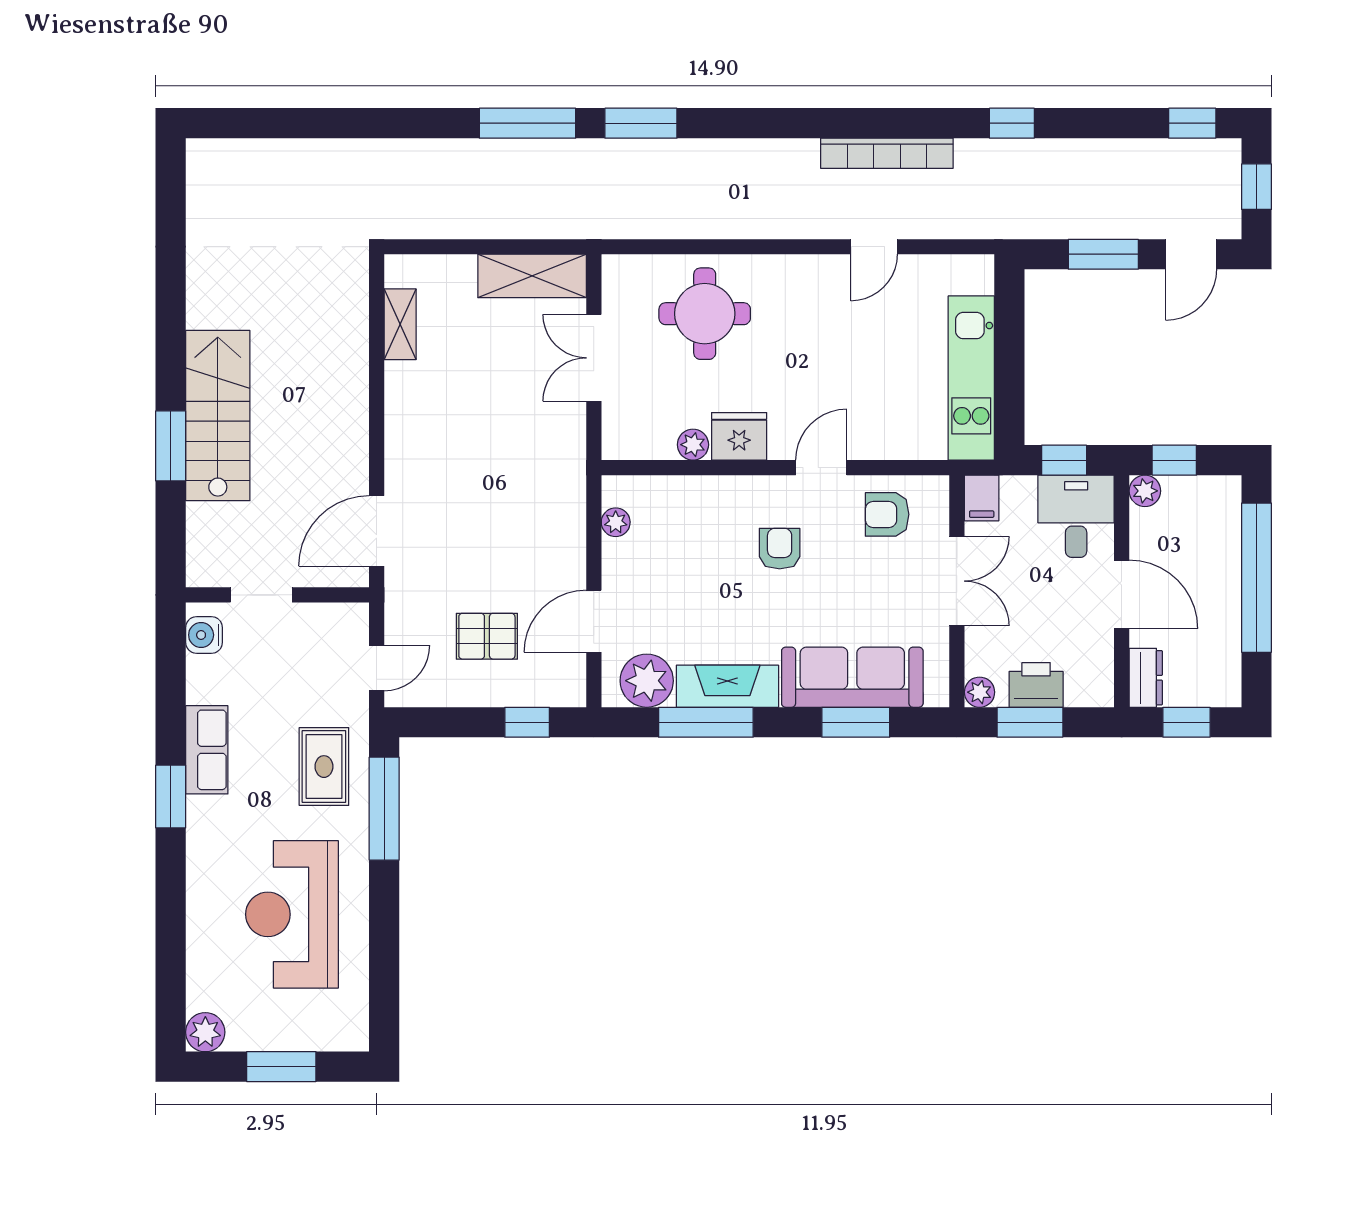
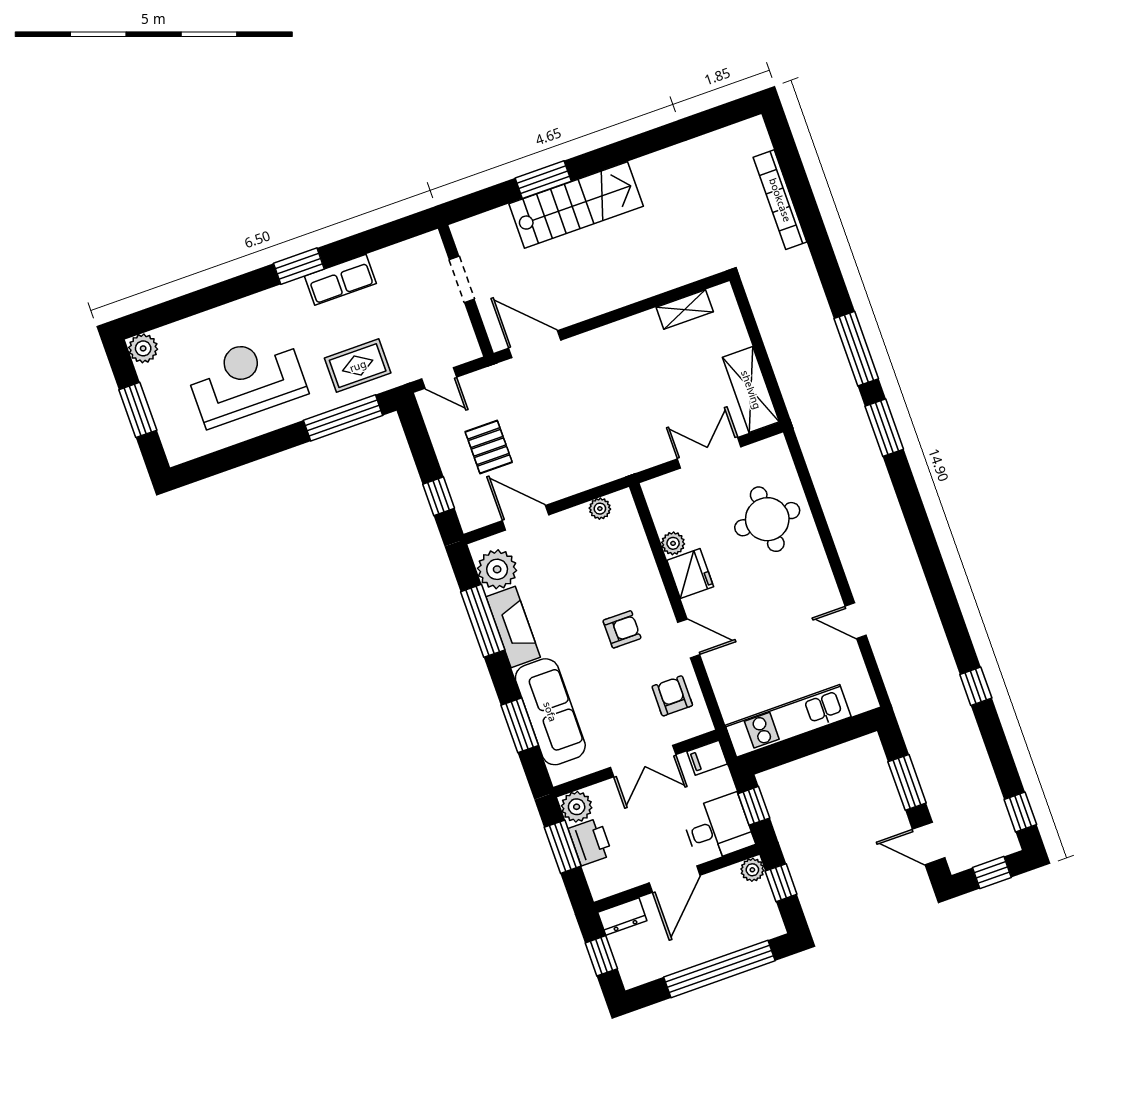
bookcase: (887, 153) -> (780, 200), moved
water cooler: (204, 635) -> (420, 250), removed
plant: (980, 692) -> (577, 807), width x1.38, depth x1.38

